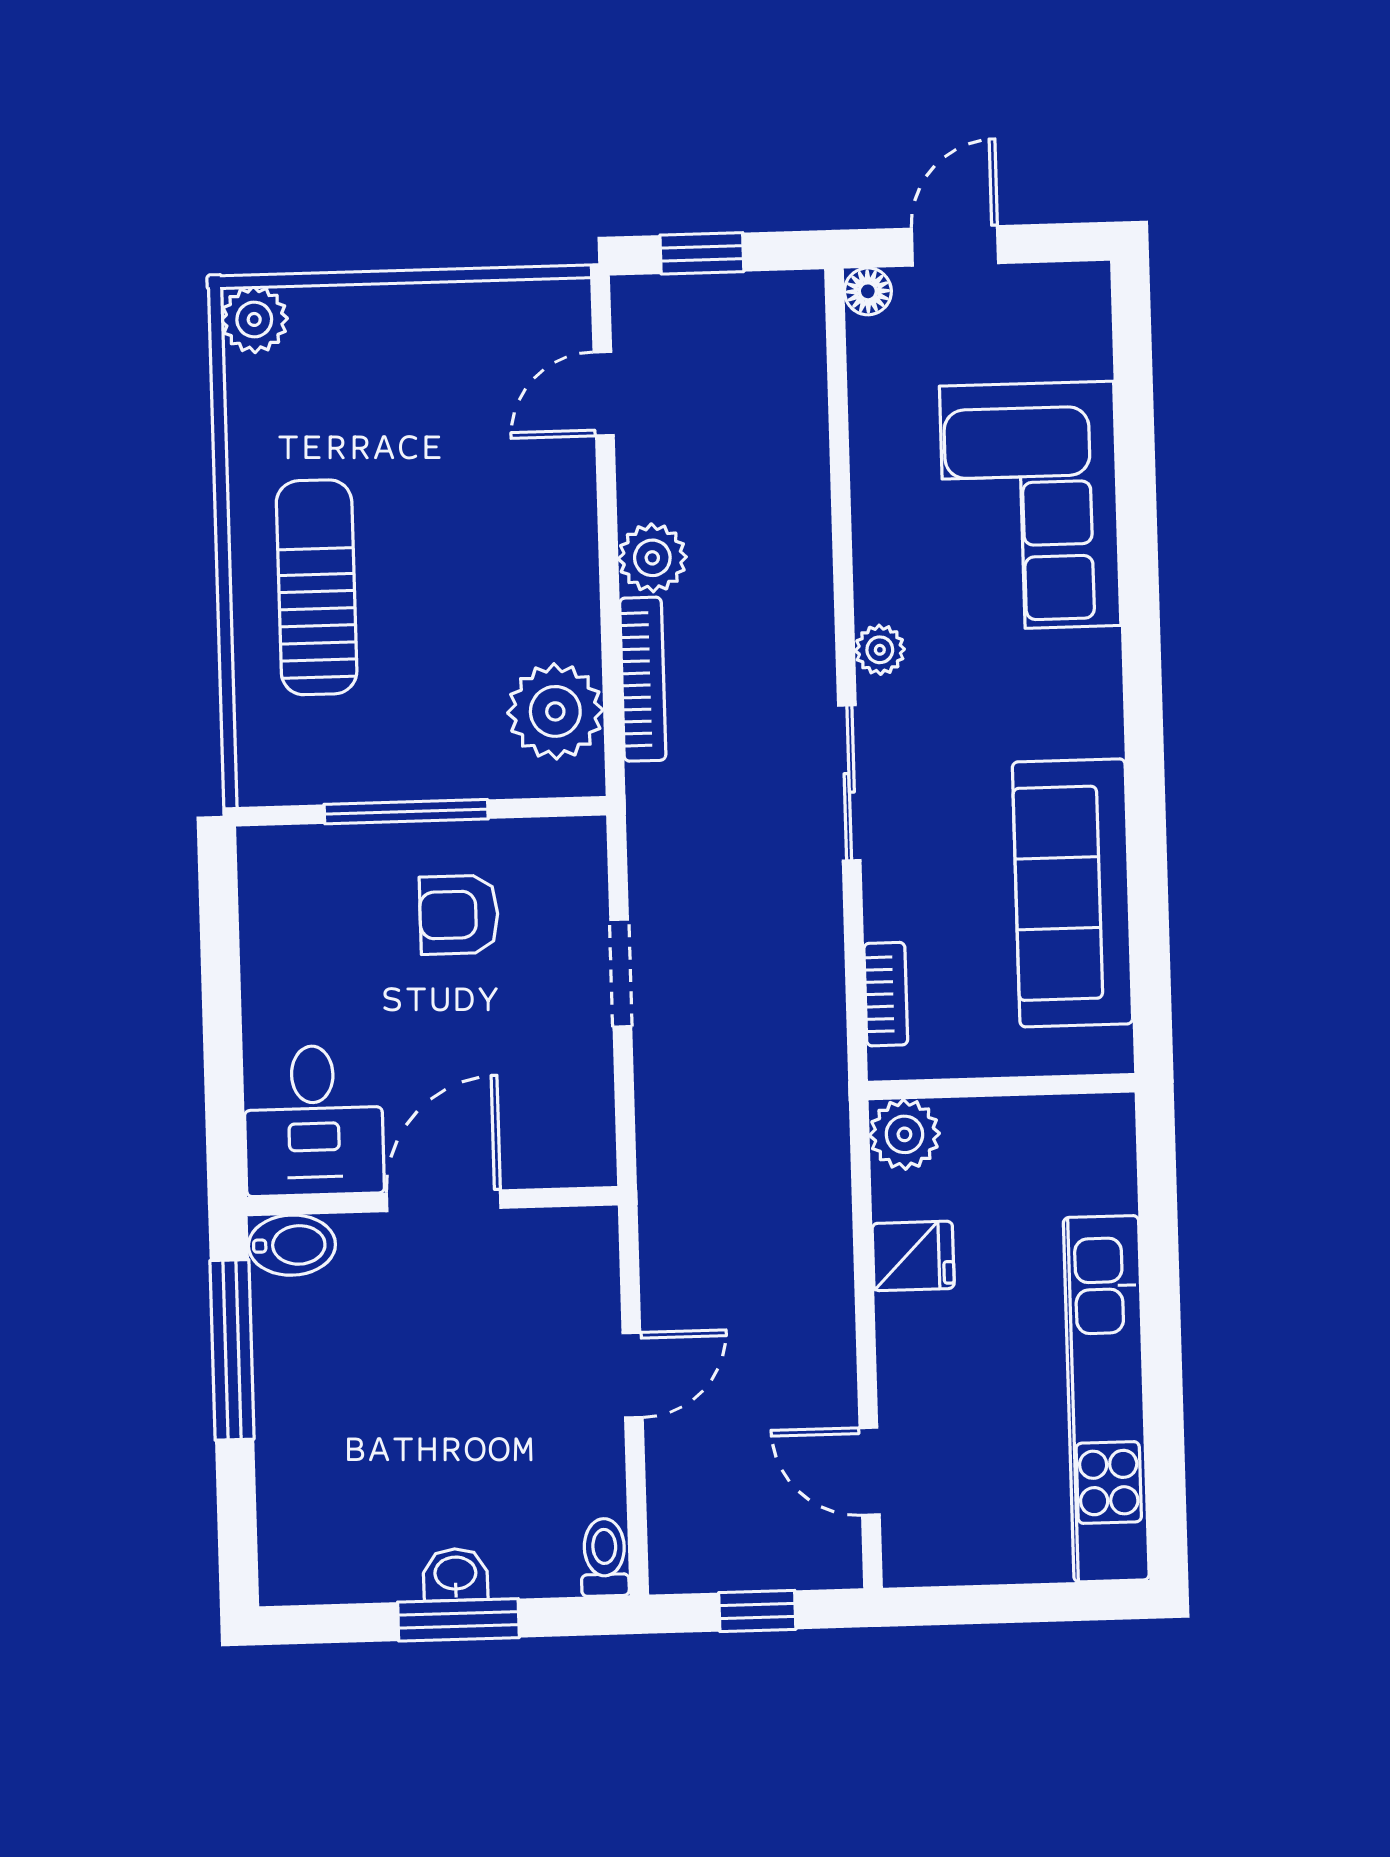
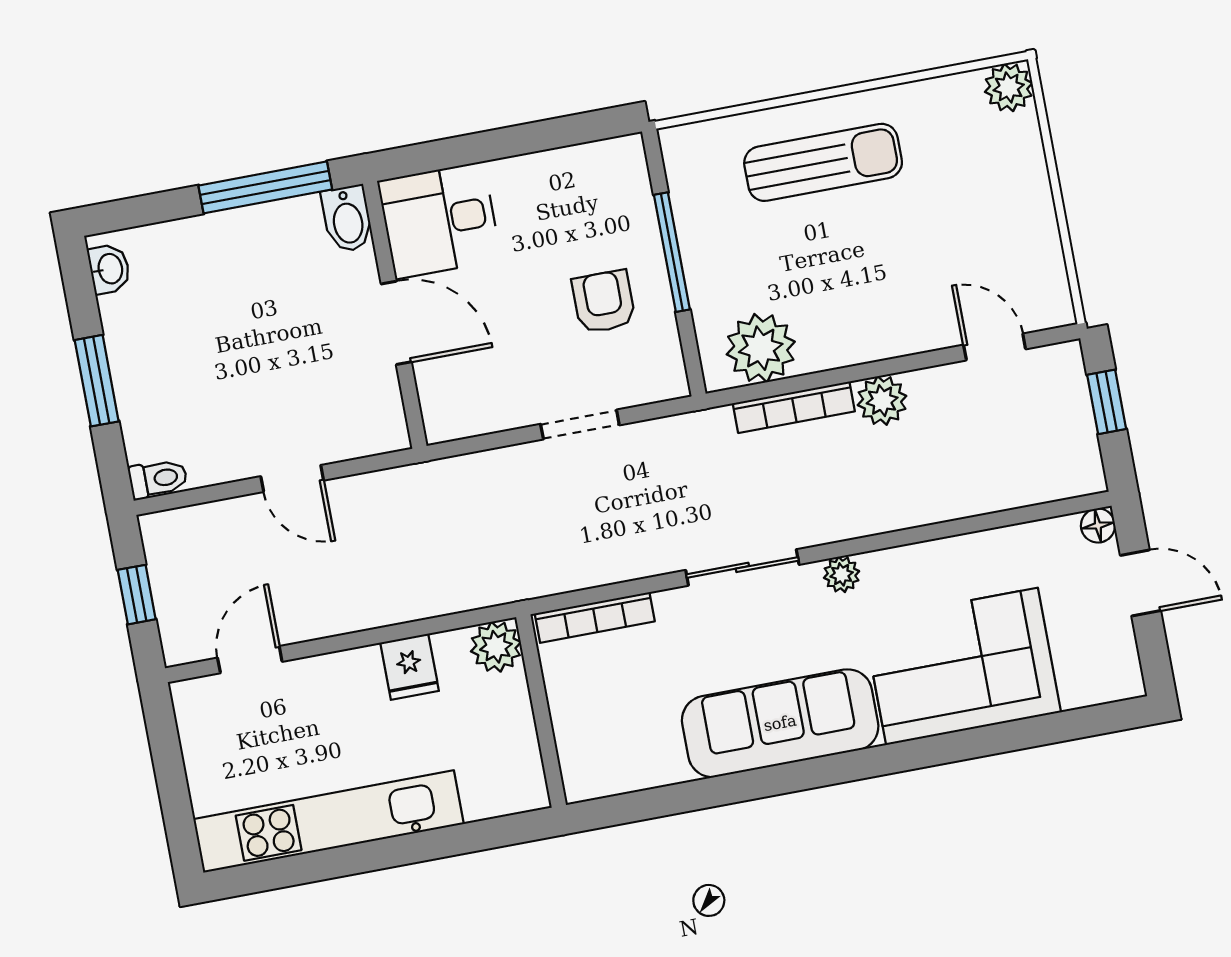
sofa: (1073, 893) -> (780, 723), moved
bookcase: (886, 994) -> (595, 618), width x1.56
washbasin: (455, 1575) -> (109, 269), moved

